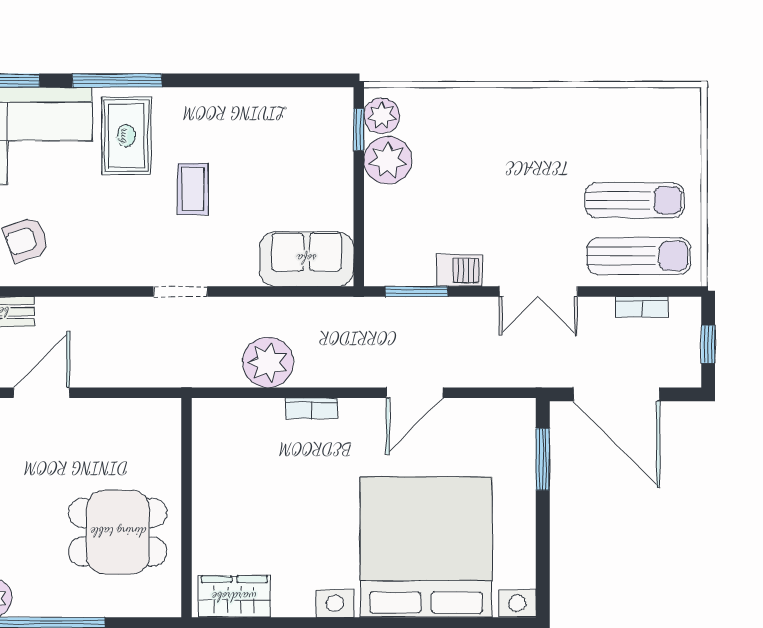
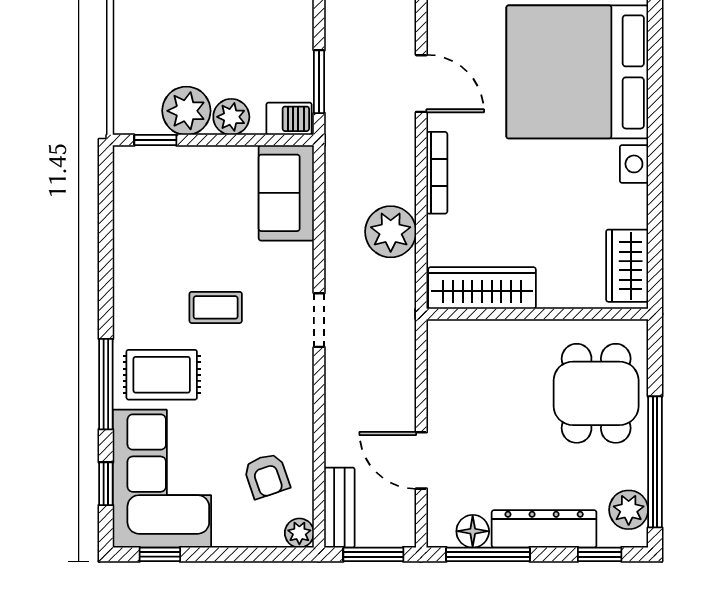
plant: (382, 116) -> (231, 117), moved
barbecue: (459, 270) -> (289, 119), moved, turned 90
bookcase: (312, 408) -> (437, 173), width x1.56
wardrobe: (212, 453) -> (482, 288), added
dining table: (118, 532) -> (596, 393), moved

